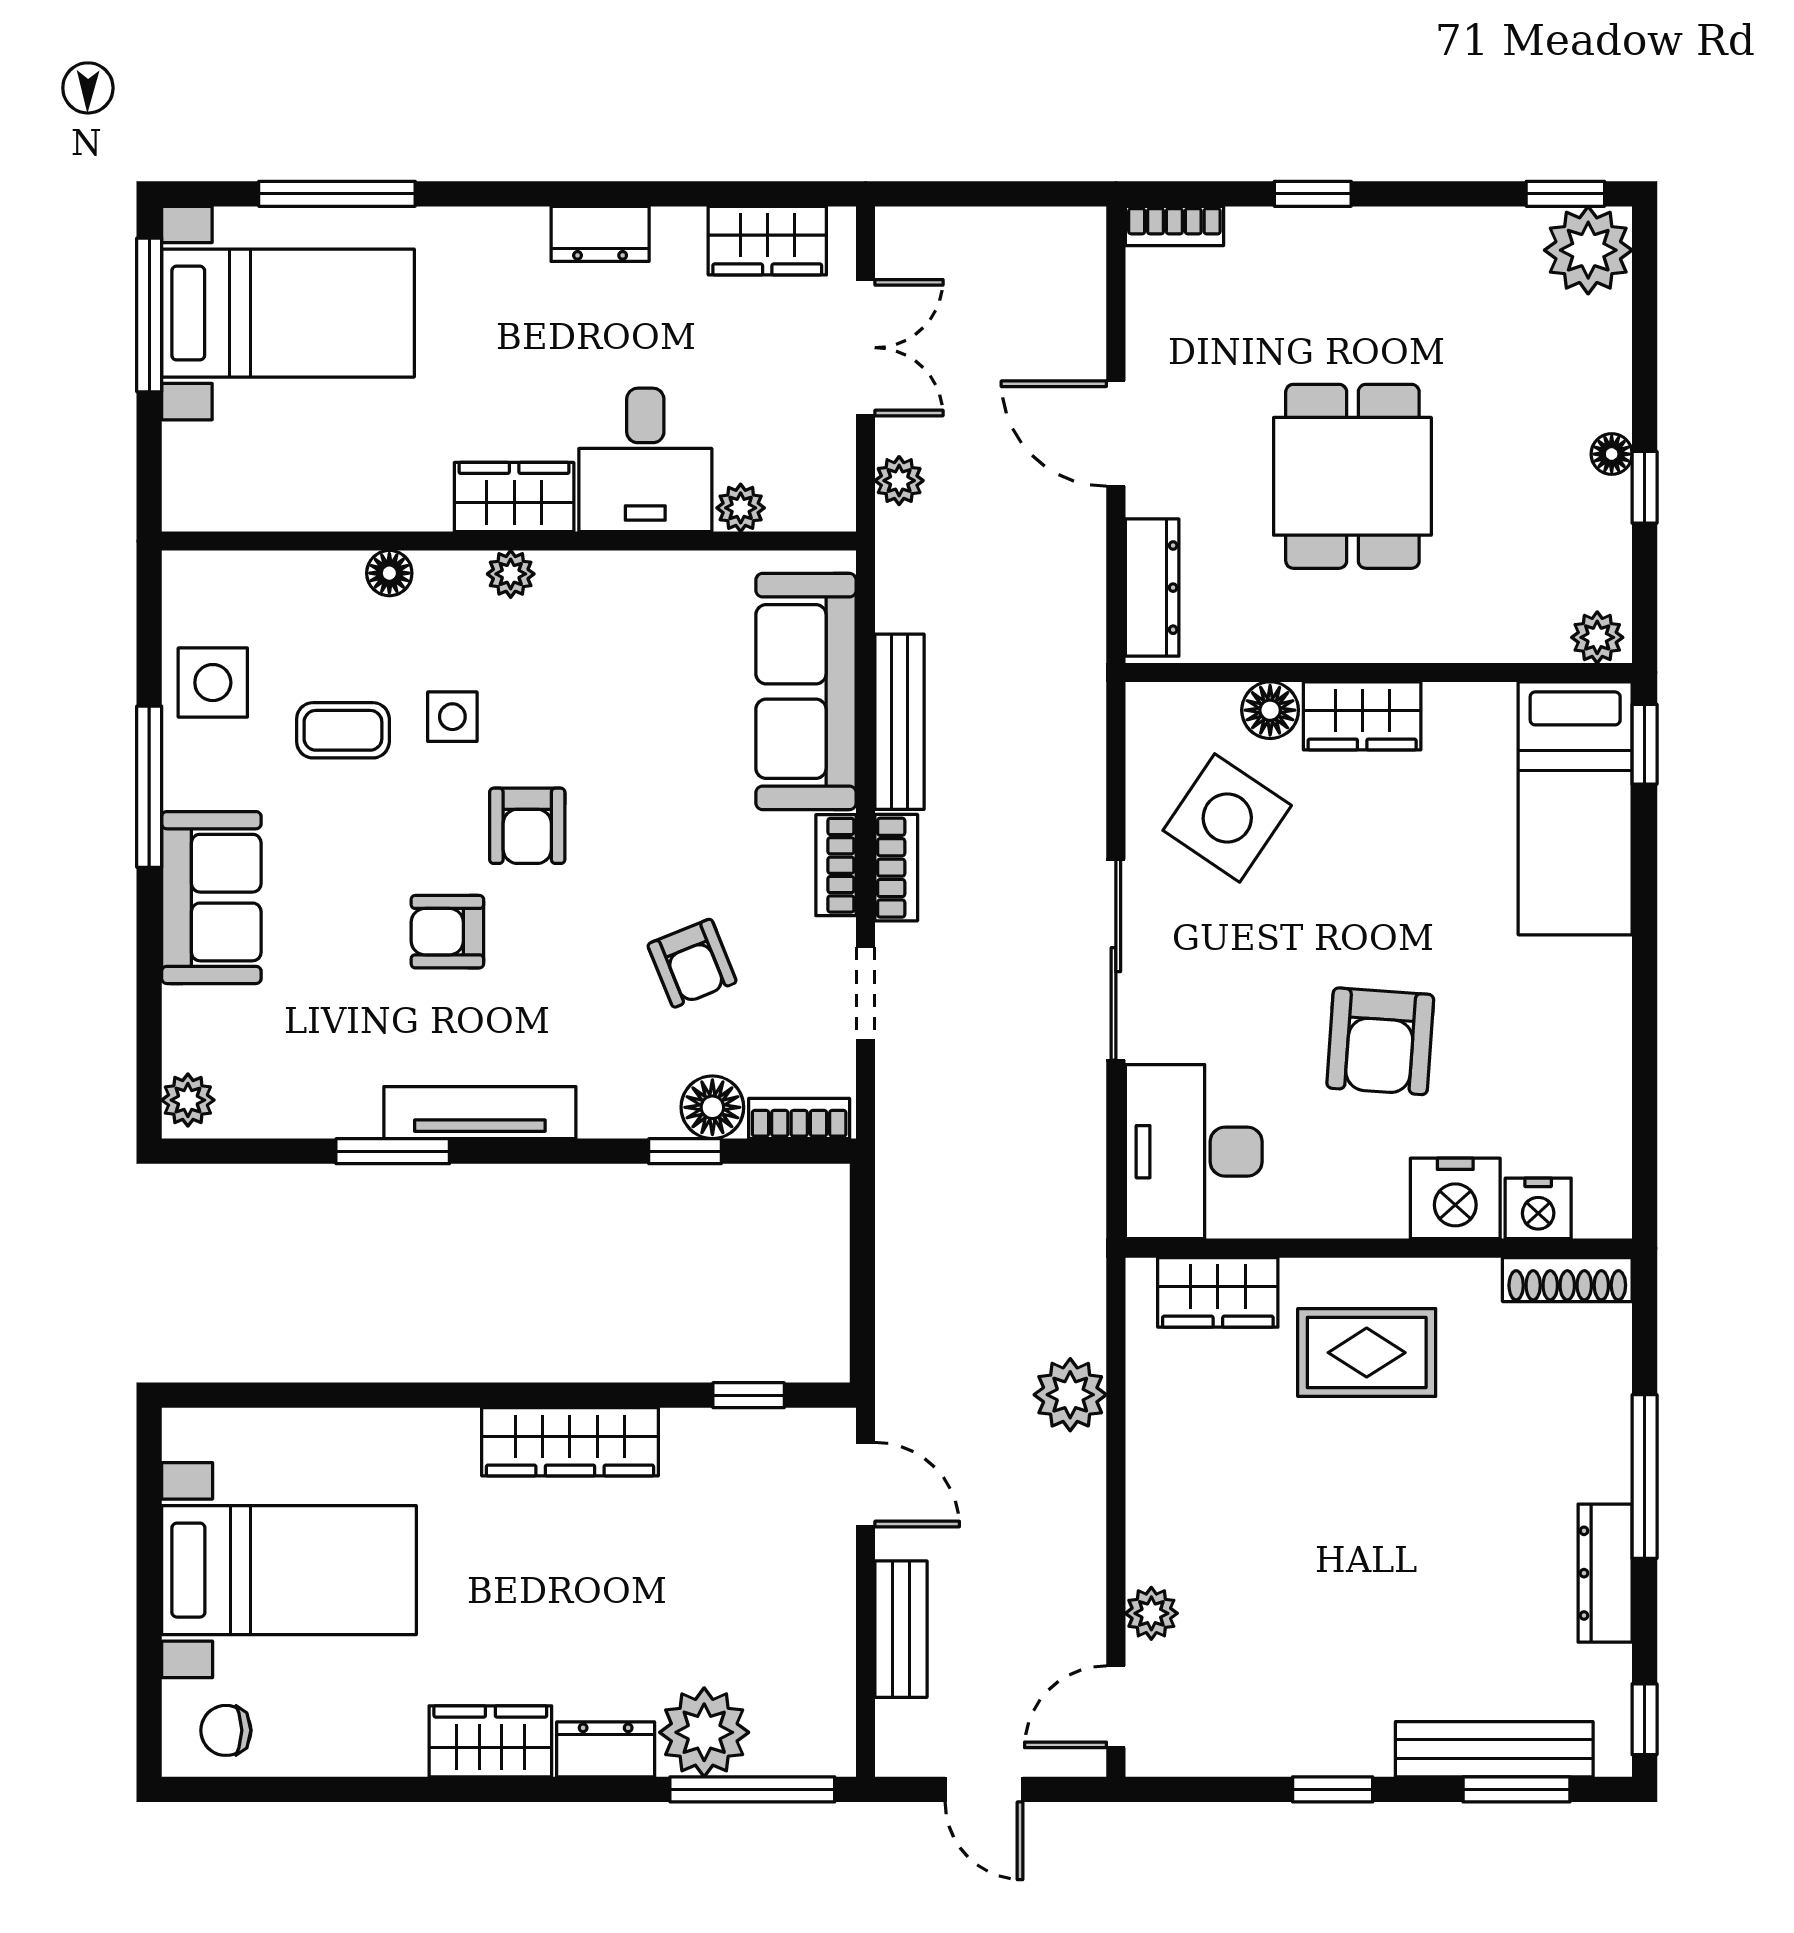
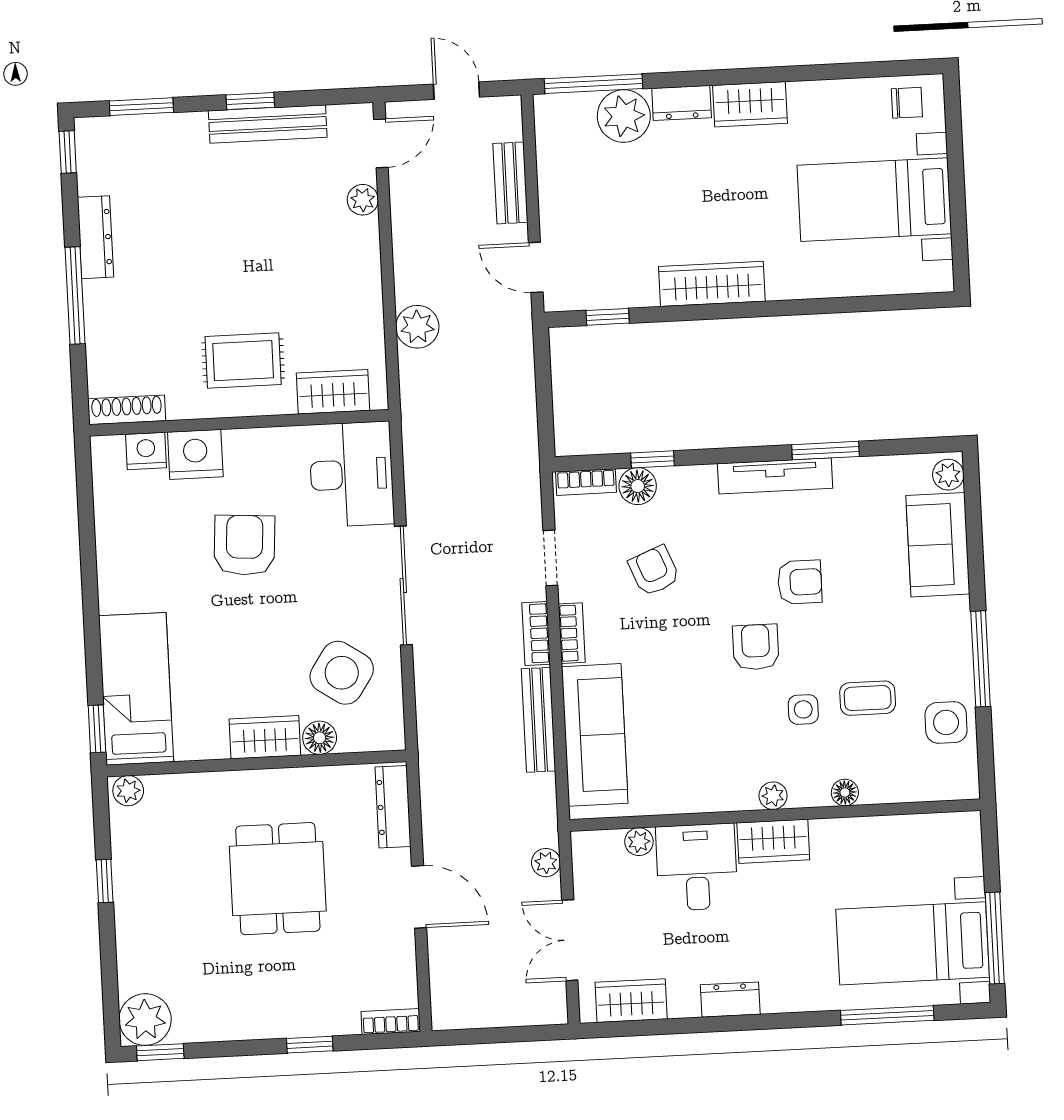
floor lamp: (1612, 454) -> (125, 900), removed
sofa: (211, 898) -> (938, 545), moved
bench: (1494, 1749) -> (268, 124), moved

